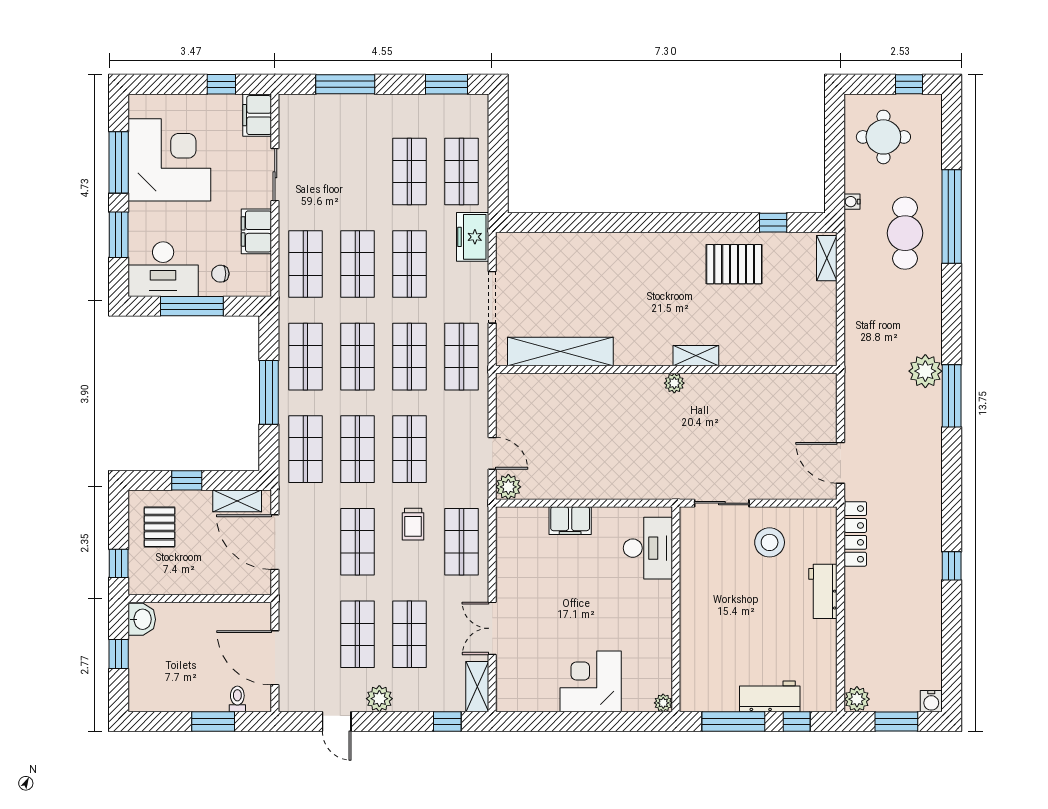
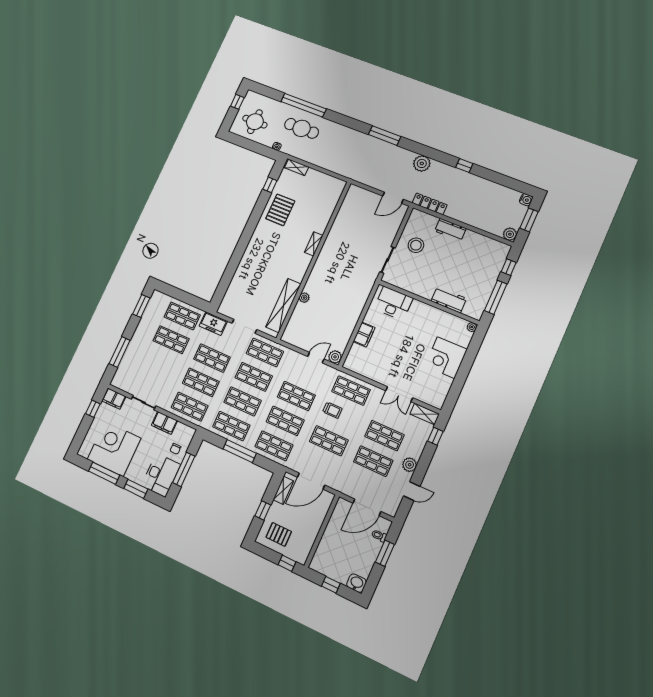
plant: (925, 371) -> (422, 163), moved
plant: (674, 383) -> (304, 298), moved
washbasin: (142, 619) -> (356, 583), moved
workbench: (770, 696) -> (449, 300), moved, turned 90

